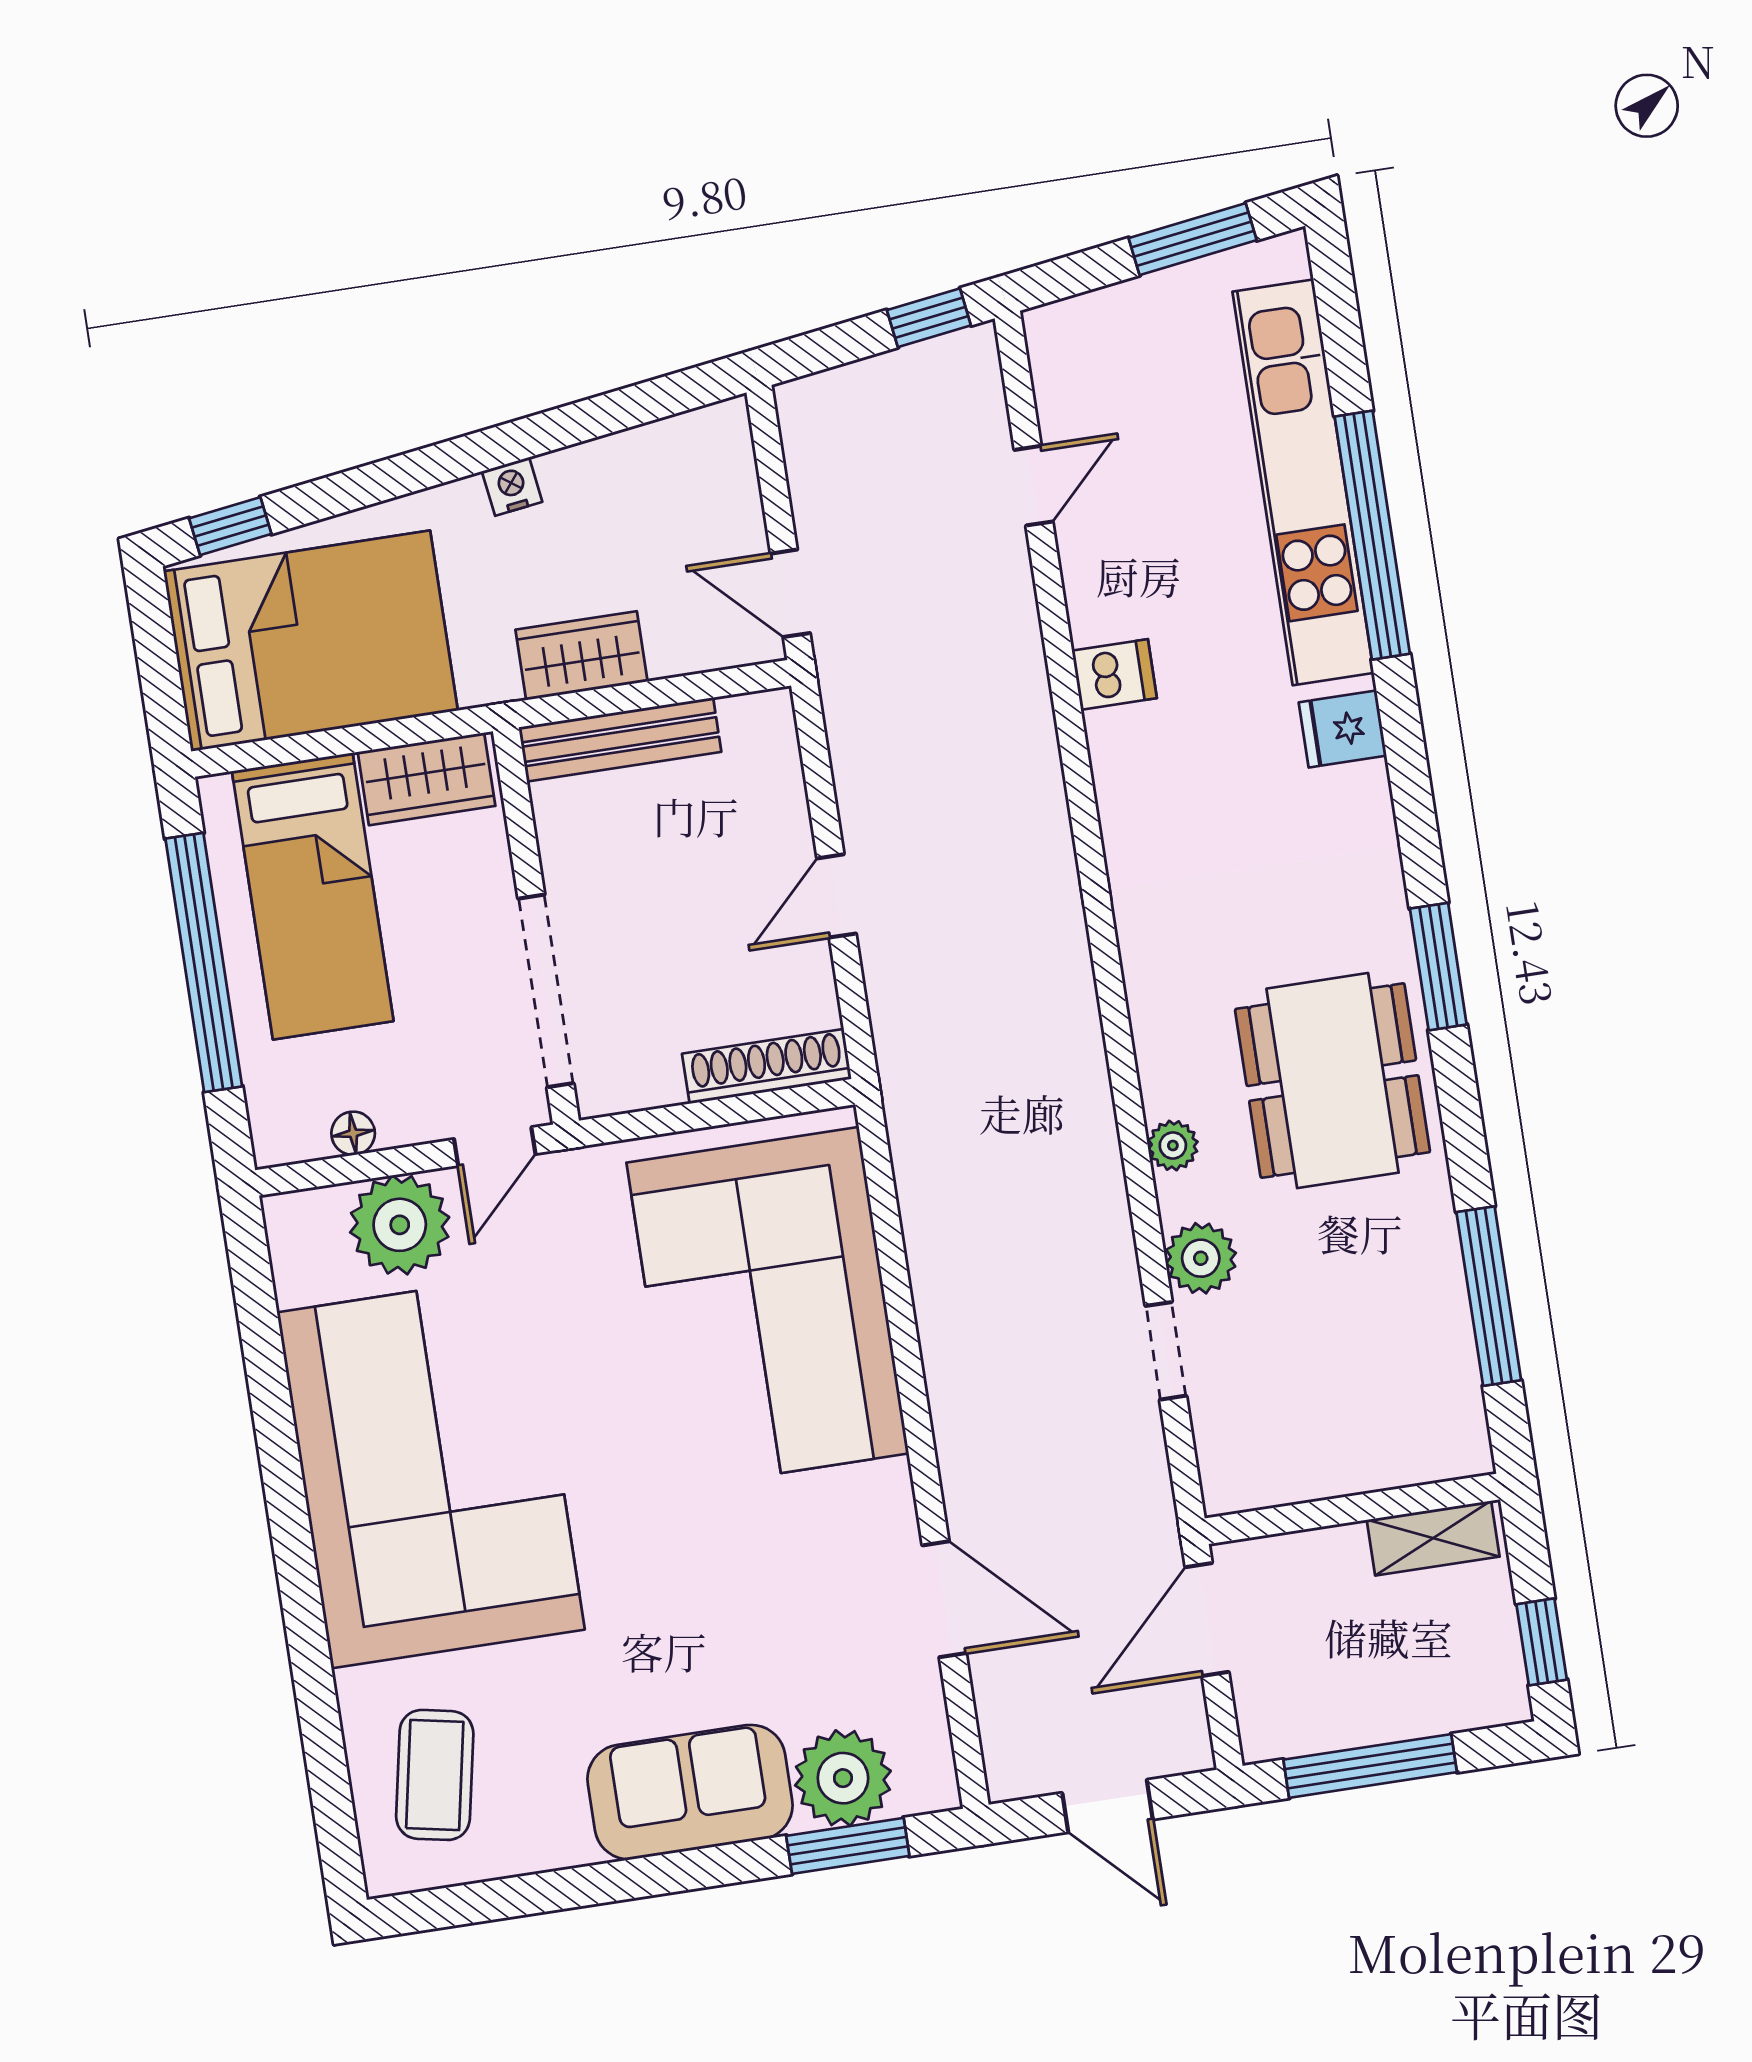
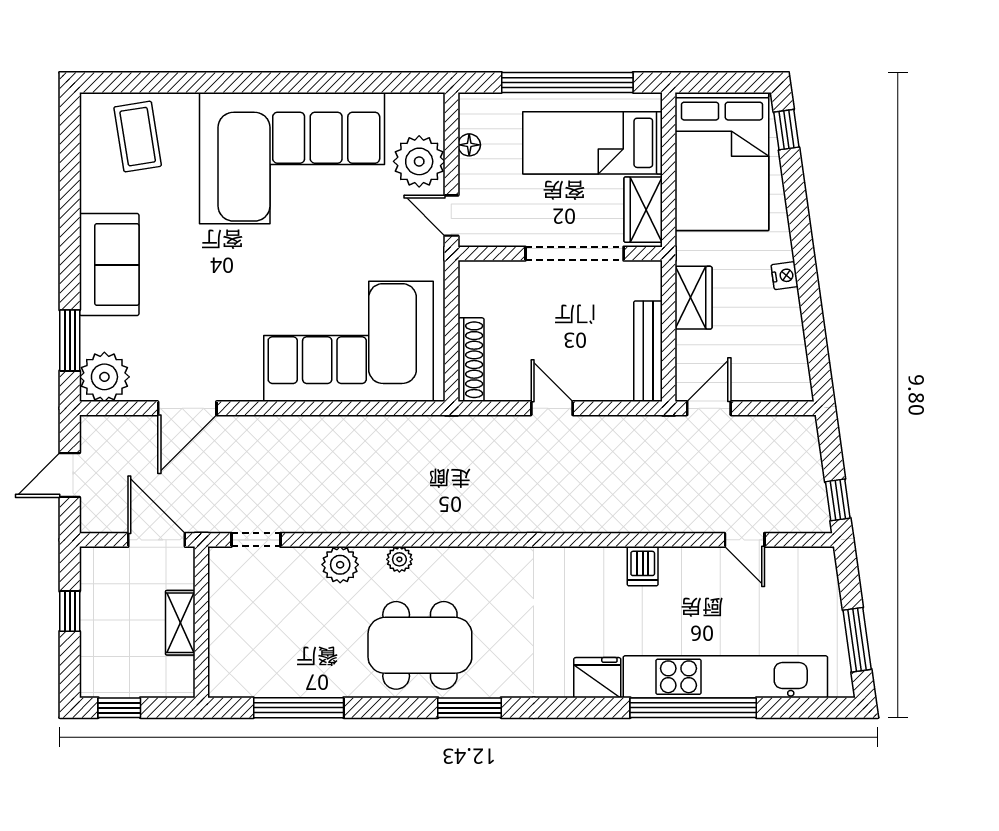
fridge: (1343, 729) -> (597, 678), width x1.38
bench: (620, 740) -> (648, 351), moved
doorway: (546, 991) -> (575, 254), moved
doorway: (1166, 1351) -> (256, 540), moved
shelving: (1433, 1538) -> (180, 623), moved
window: (1370, 1766) -> (70, 611), width x0.46
coffee table: (435, 1775) -> (138, 137), turned 70
plant: (843, 1778) -> (104, 377), moved

